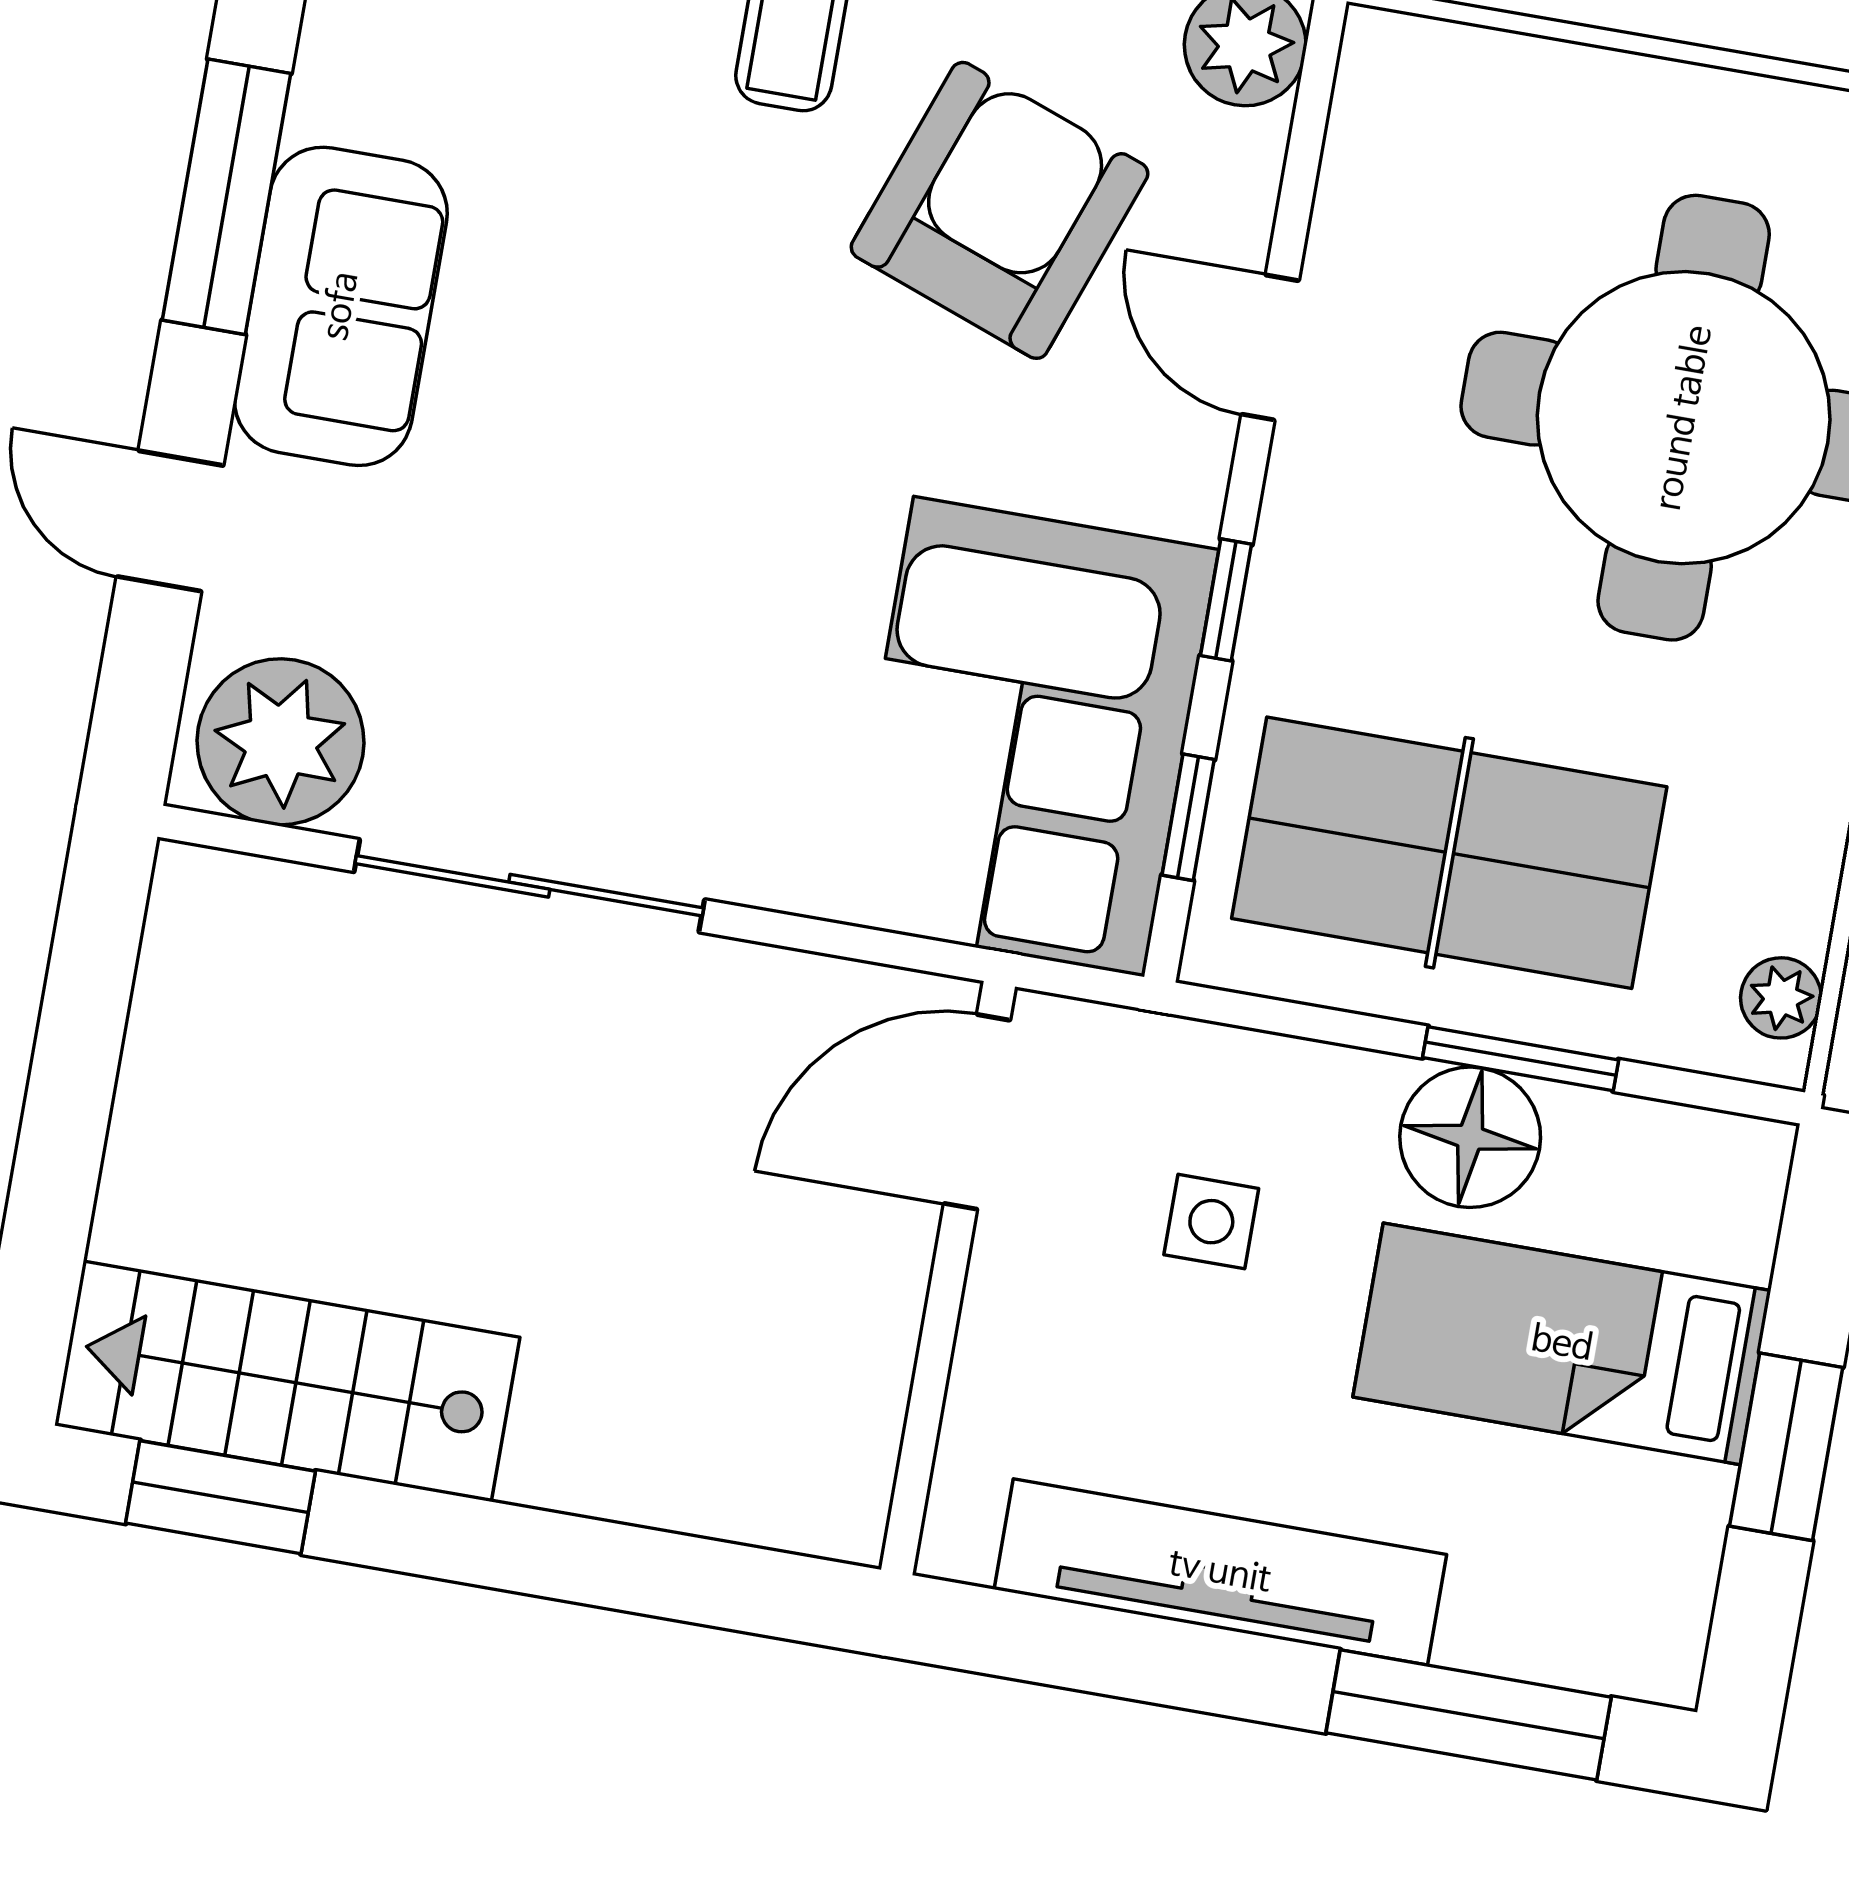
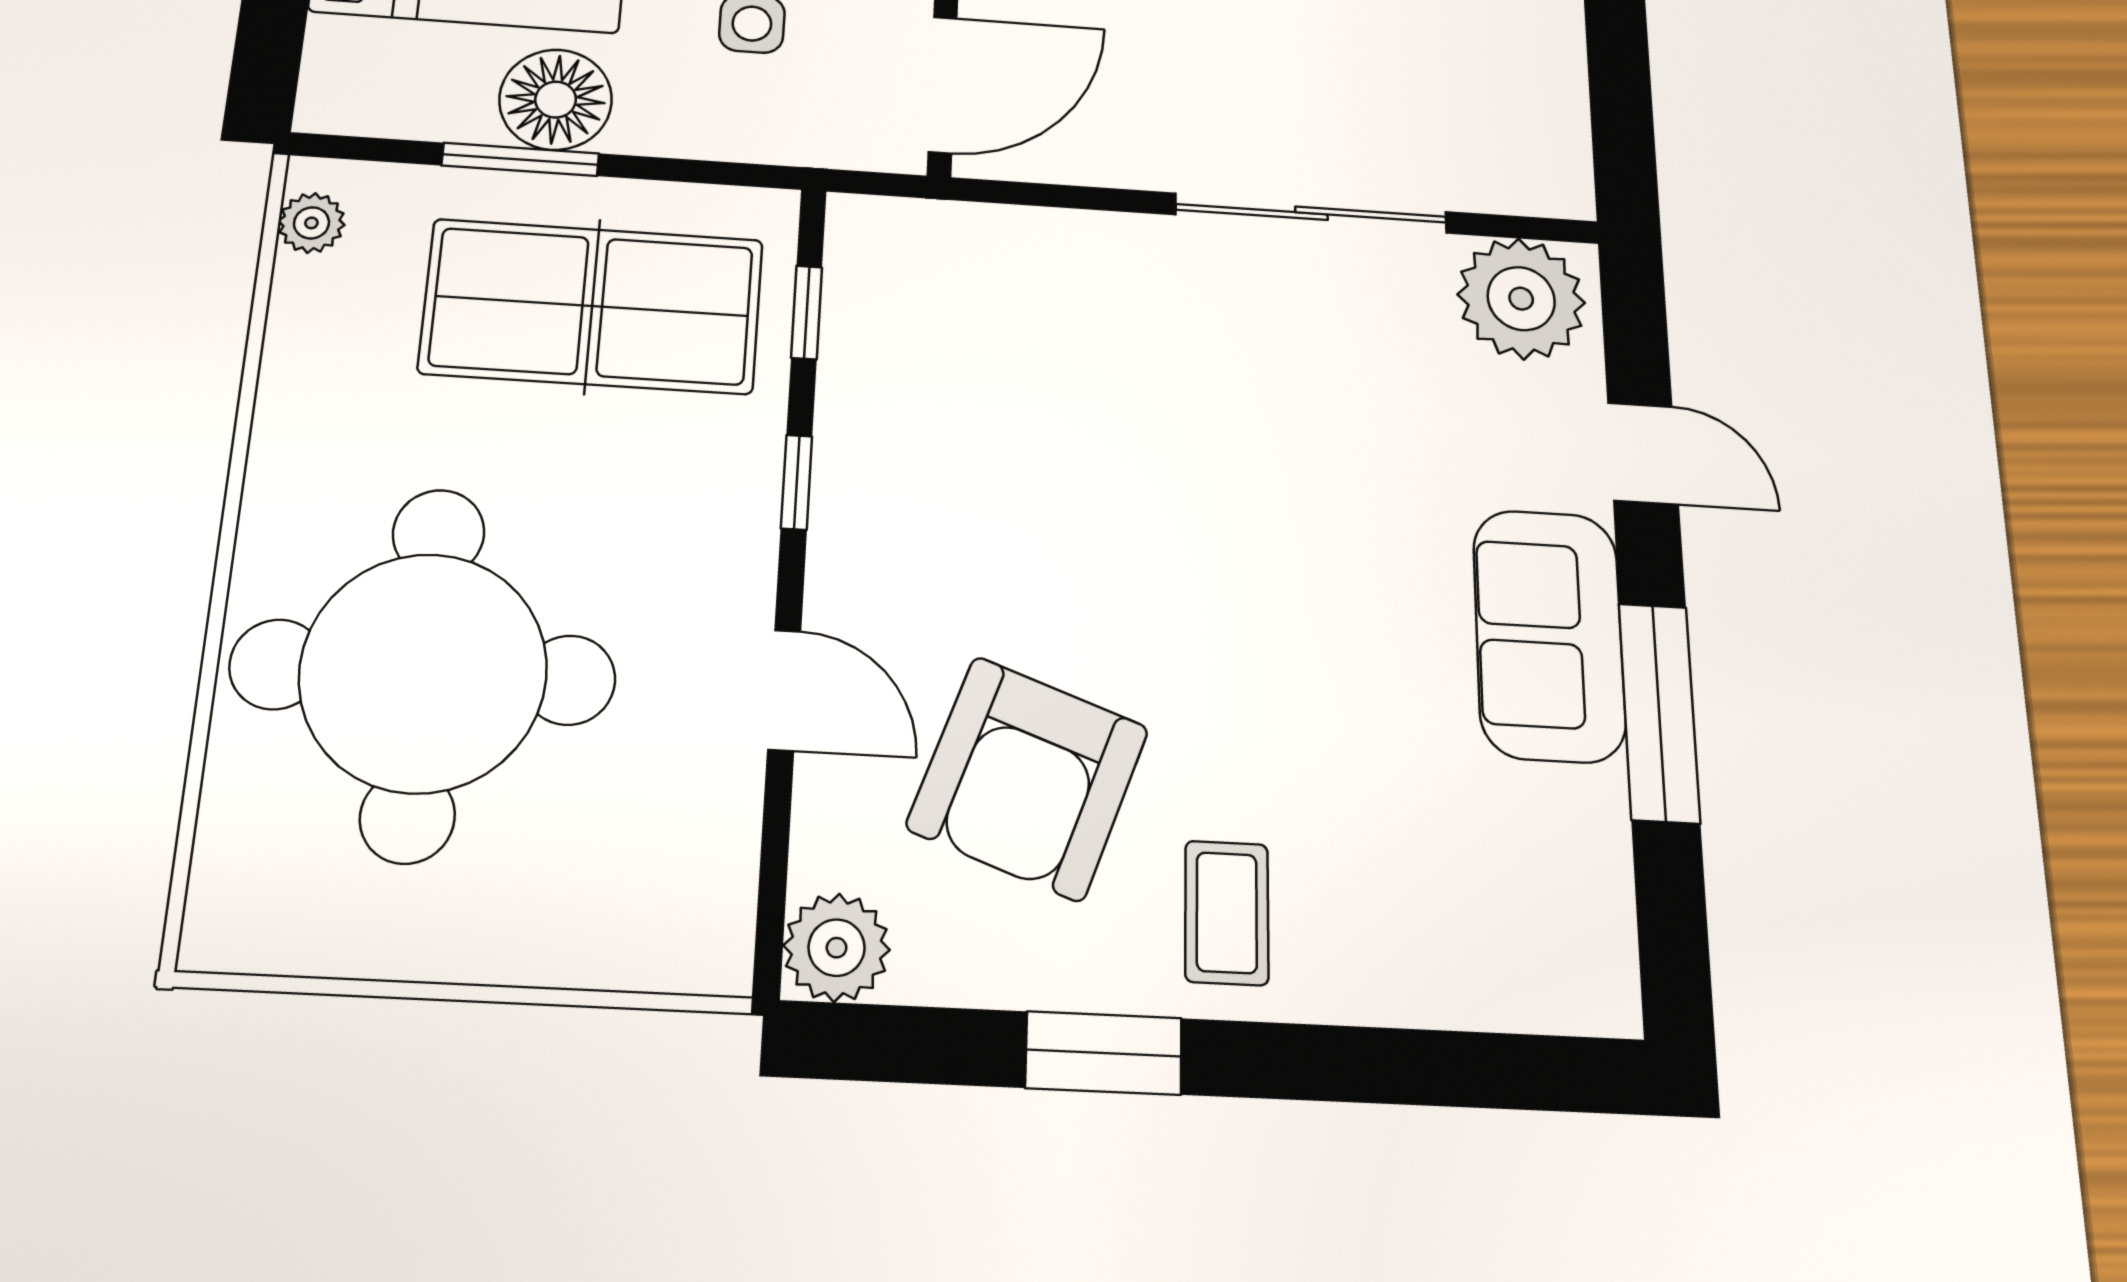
corner sofa: (1029, 737) -> (942, 360), removed

